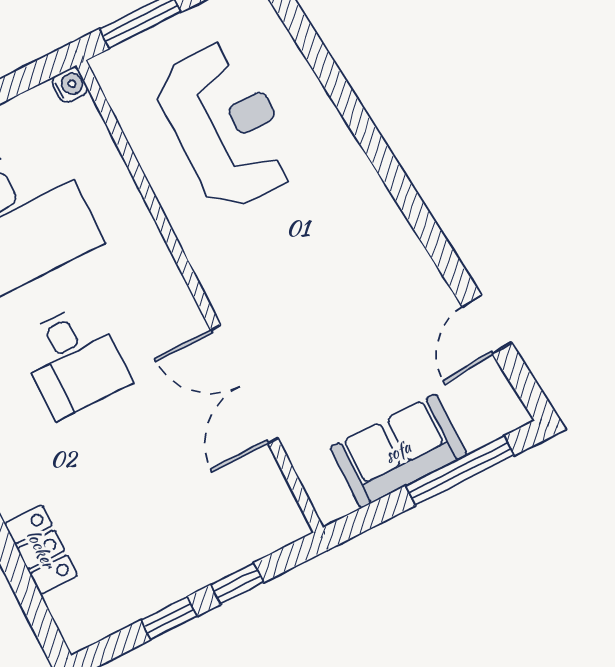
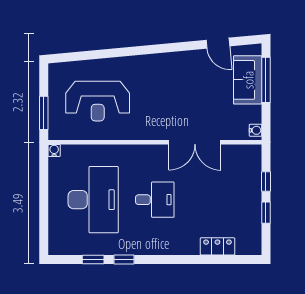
reception desk: (226, 125) -> (98, 101), turned 180
sofa: (398, 451) -> (248, 80), moved
water cooler: (338, 504) -> (255, 130), added

